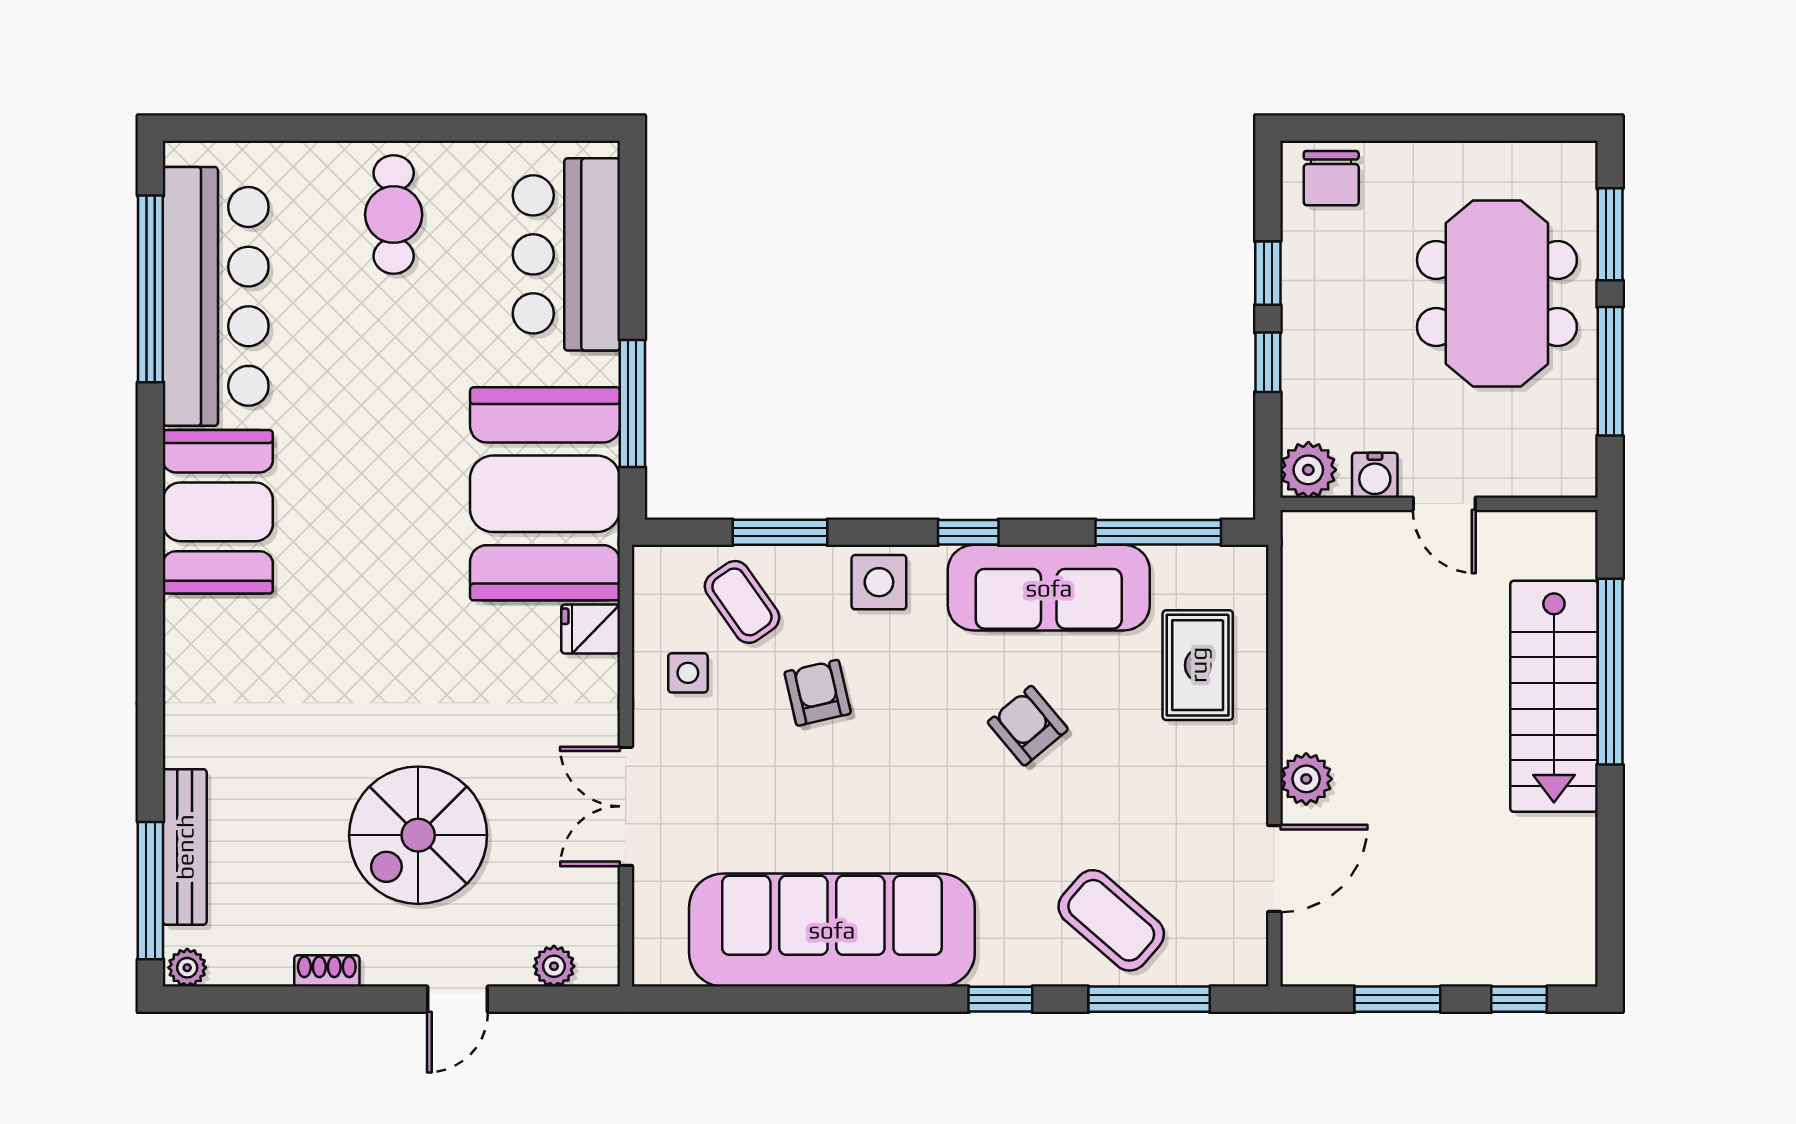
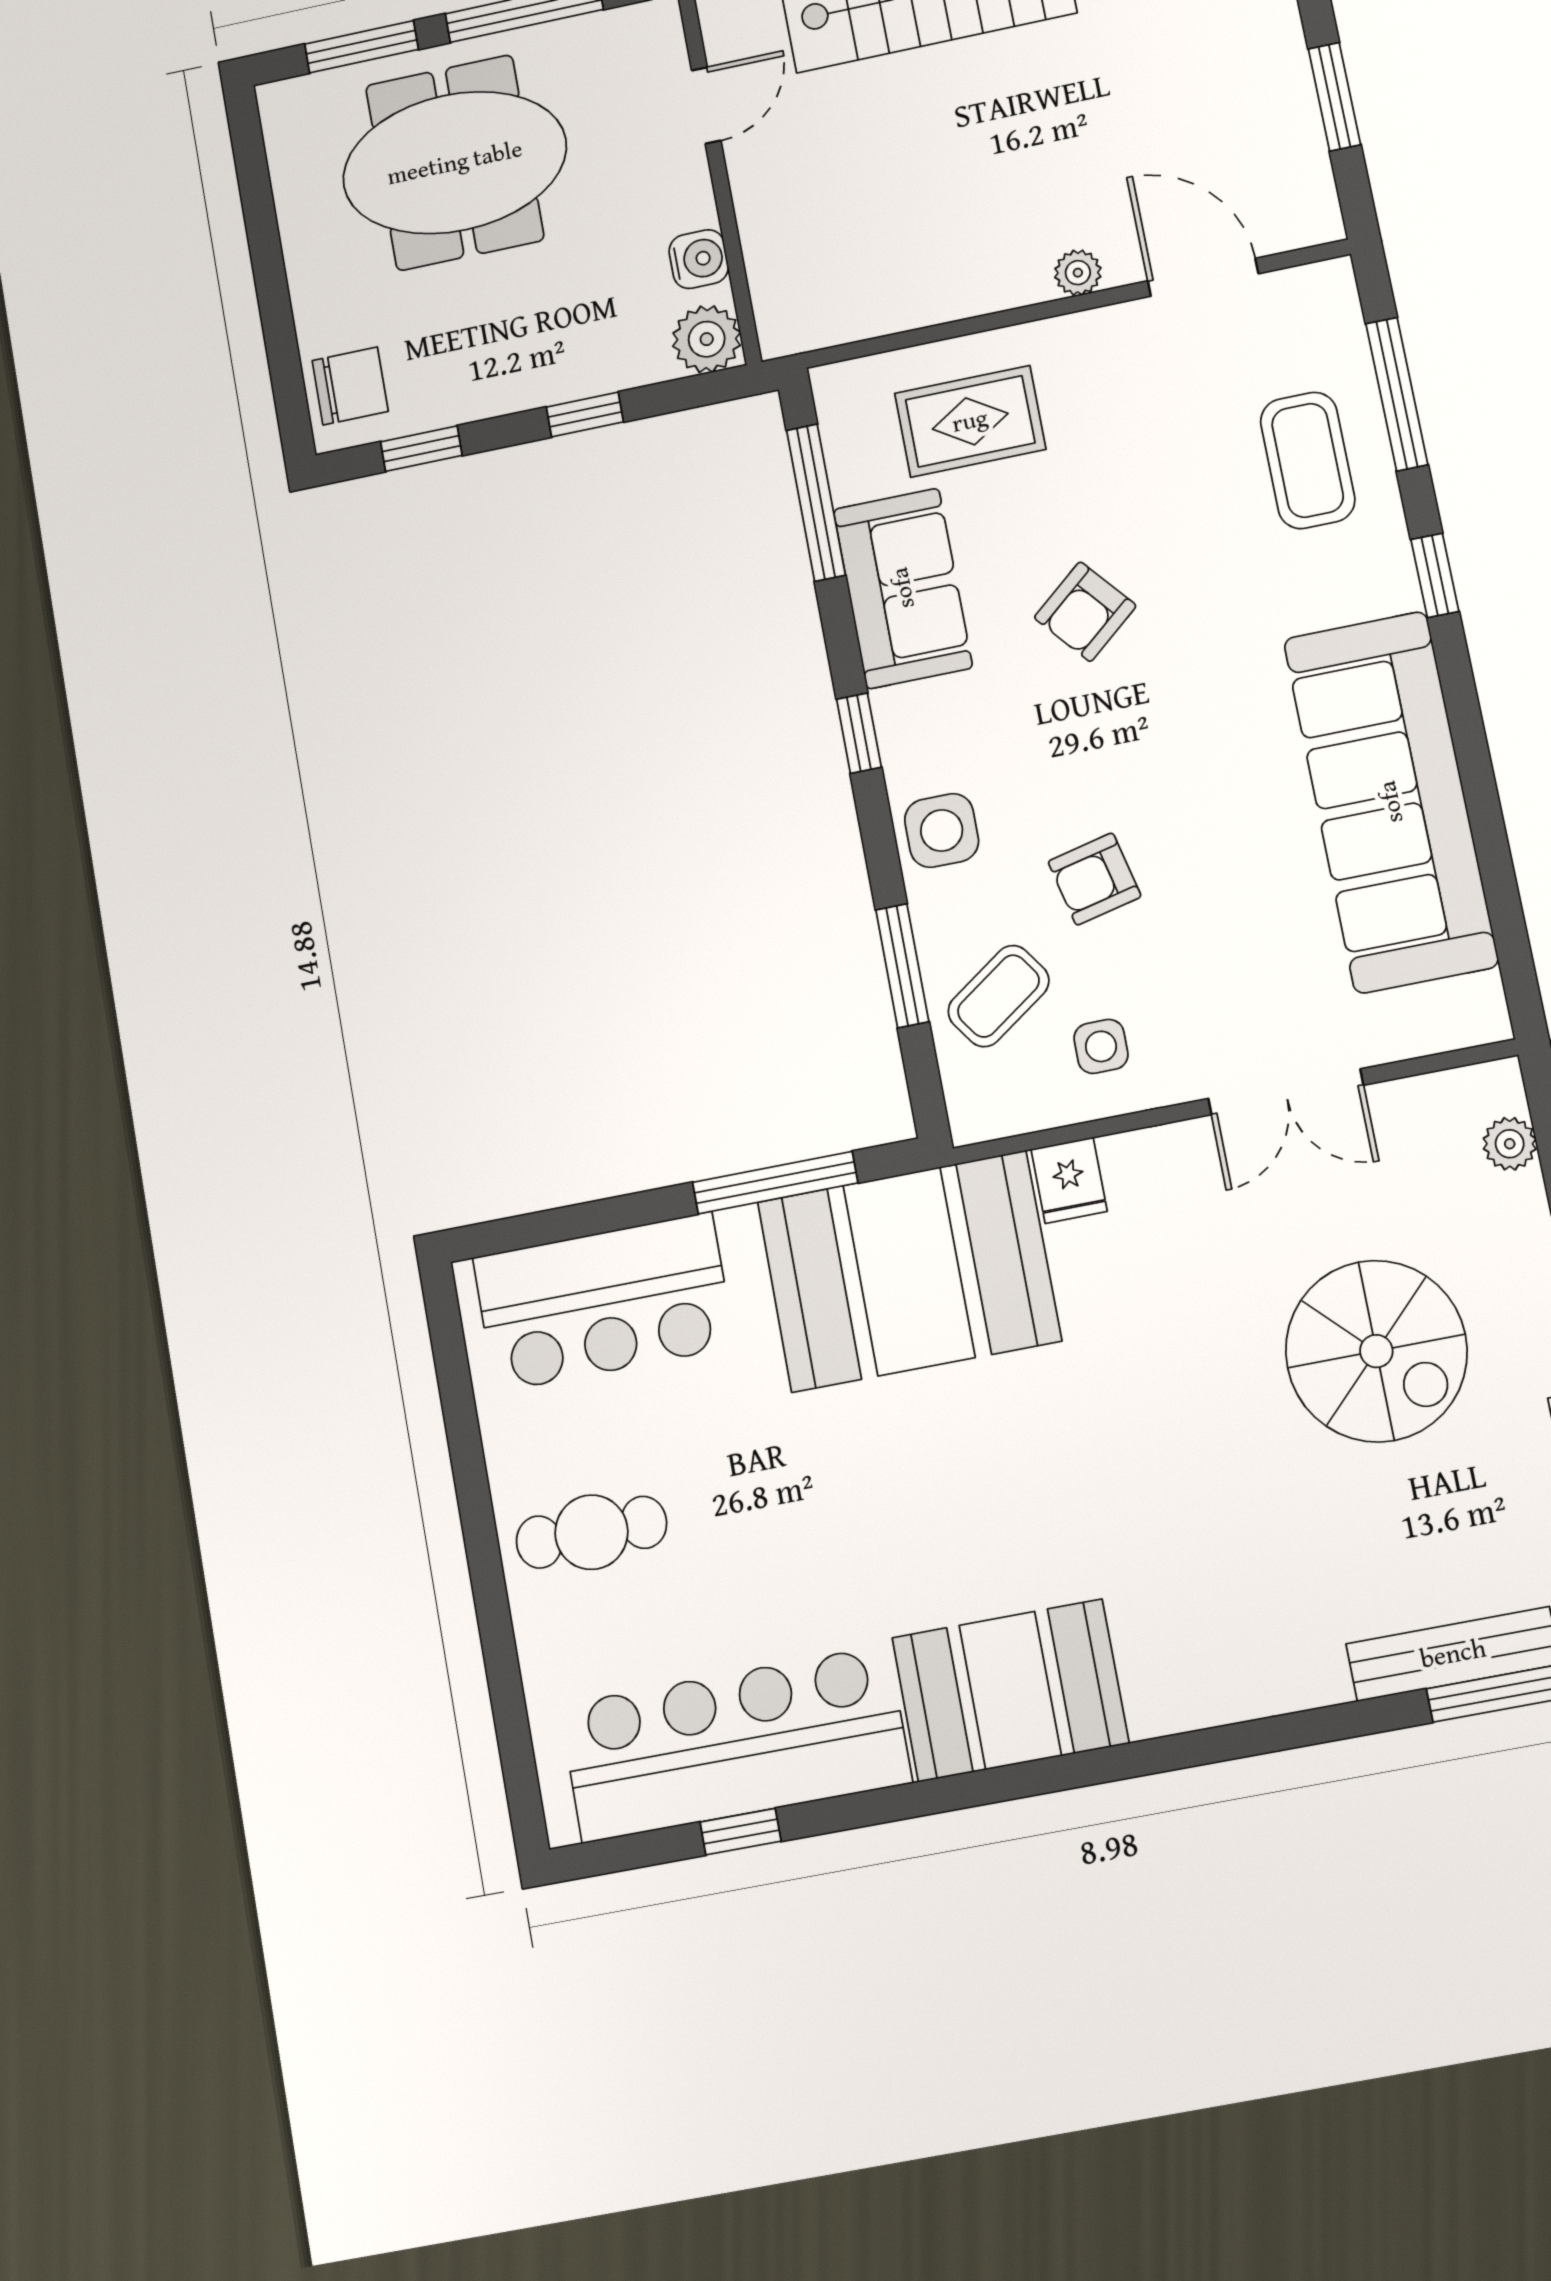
window: (1268, 273) -> (421, 449), moved
window: (150, 289) -> (740, 1832), width x0.32
door: (1444, 504) -> (706, 105), moved
sofa: (1049, 588) -> (903, 588), width x0.73
plant: (1306, 779) -> (1078, 273), width x0.73, depth x0.73
coffee table: (1111, 920) -> (1308, 460), turned -41

